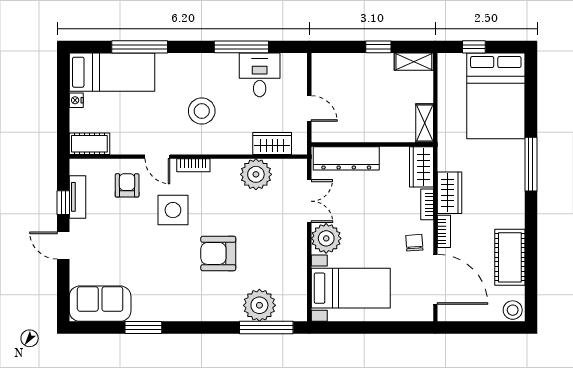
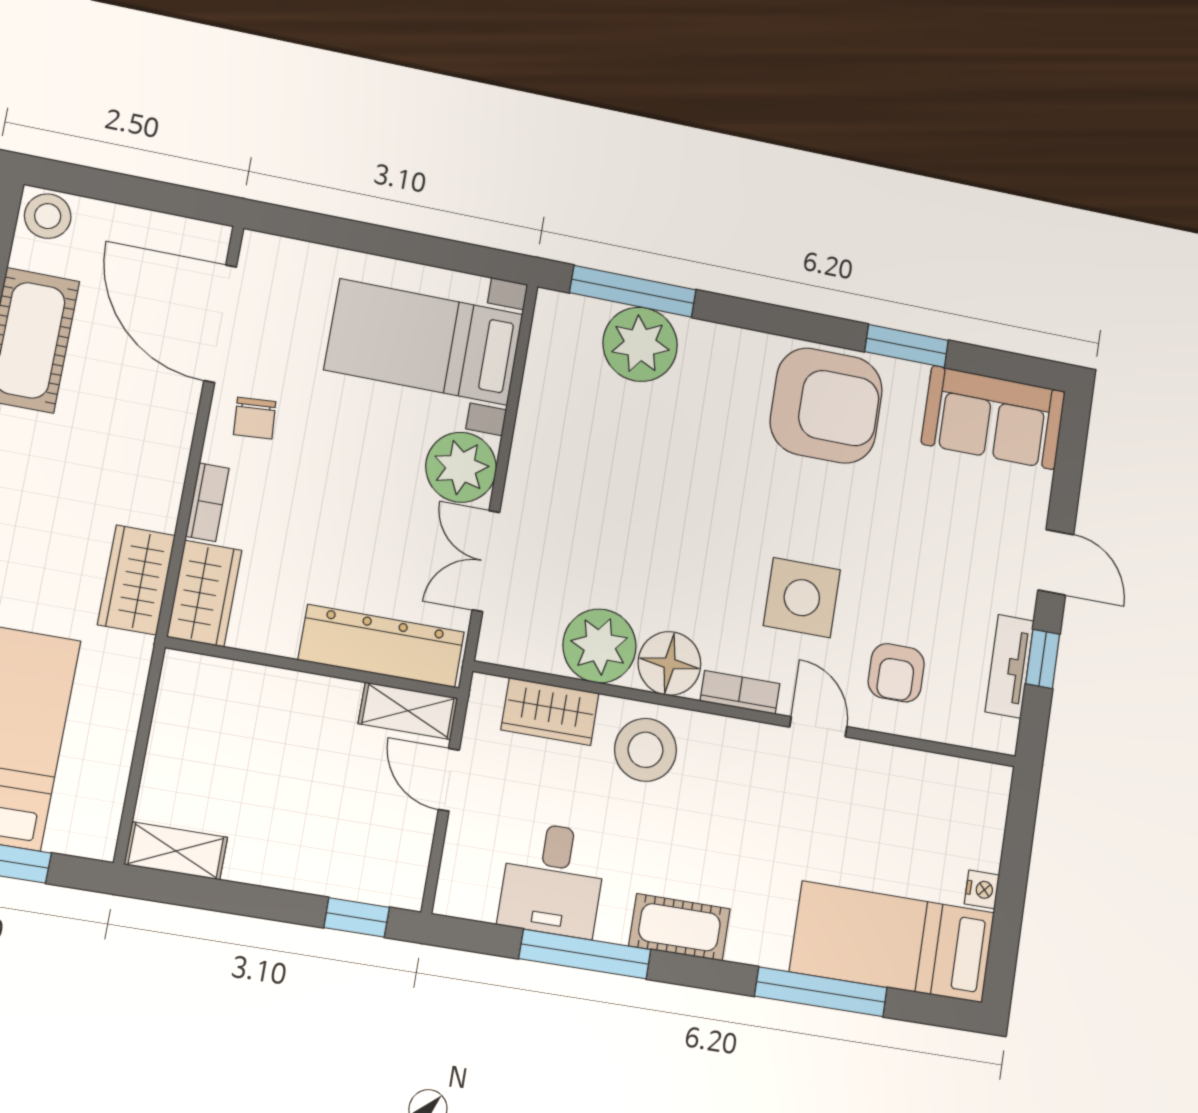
window: (378, 47) -> (357, 917), moved
stool: (202, 111) -> (646, 750), moved
shelving: (425, 123) -> (408, 711), moved, turned 90
cot: (89, 144) -> (679, 927), moved
floor lamp: (225, 172) -> (669, 663), added
wardrobe: (449, 193) -> (136, 580), moved
bookcase: (444, 231) -> (179, 431), removed
armchair: (218, 253) -> (826, 406), moved, width x1.36, depth x1.36

